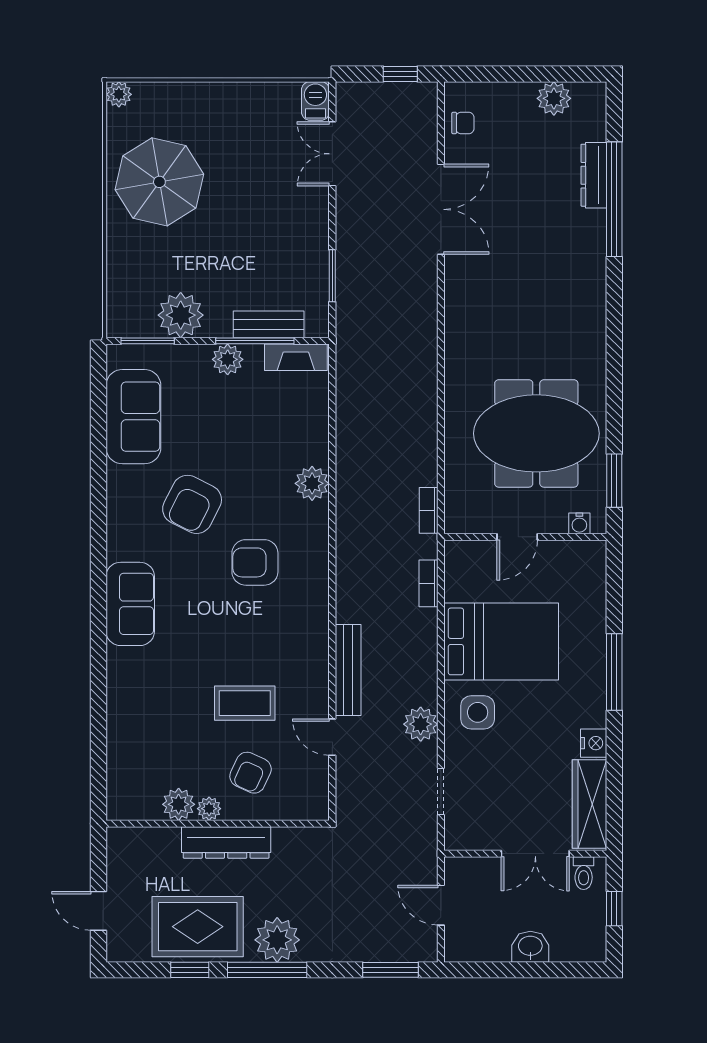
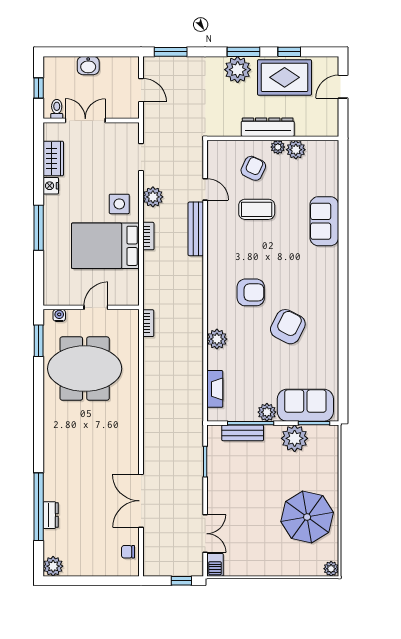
window: (400, 74) -> (181, 581), moved
plant: (554, 98) -> (53, 566), moved
dresser: (594, 175) -> (51, 515), width x0.70
fireplace: (296, 357) -> (215, 389), moved, turned 90
sofa: (133, 417) -> (305, 405), moved, turned 90
bookcase: (428, 583) -> (148, 236), moved
sofa: (130, 604) -> (324, 221), moved
wardrobe: (590, 804) -> (53, 158), width x0.67
door: (98, 911) -> (343, 87), swing flipped
window: (267, 970) -> (244, 52), width x0.69

